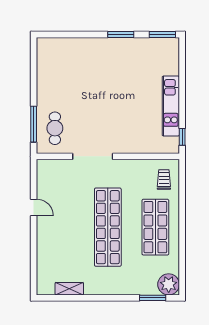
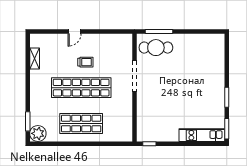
kitchen unit: (171, 106) -> (202, 135), moved
cafe table: (55, 128) -> (156, 48), width x1.37, depth x1.35
trolley: (164, 179) -> (85, 62), moved
door: (34, 207) -> (75, 31), moved

